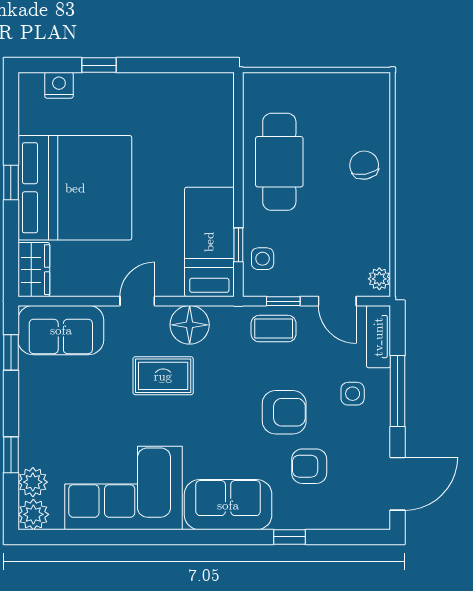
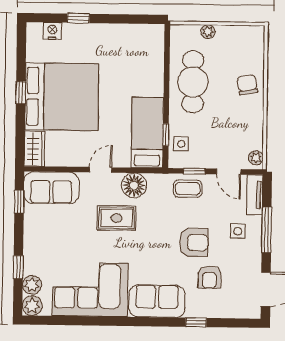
plant: (302, 83) -> (208, 32), added
armchair: (309, 466) -> (209, 277), turned -90

